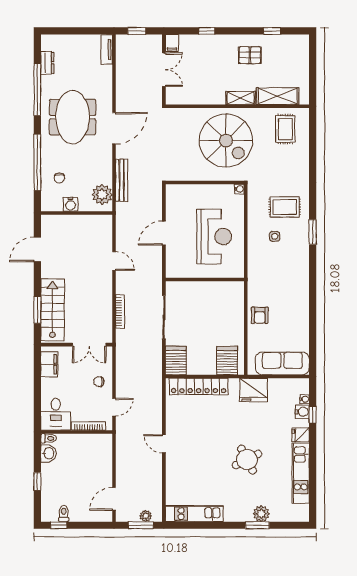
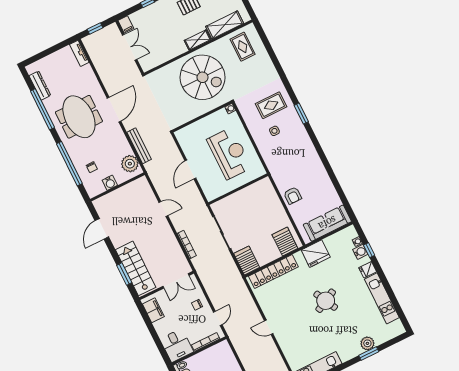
dresser: (47, 63) -> (40, 85), width x1.44
round table: (247, 460) -> (326, 301), moved

